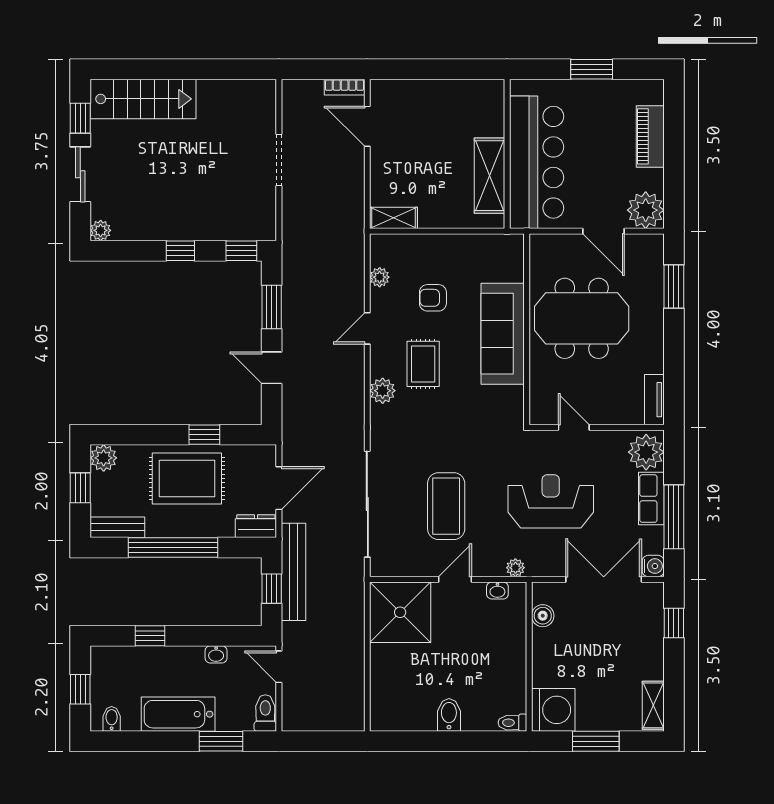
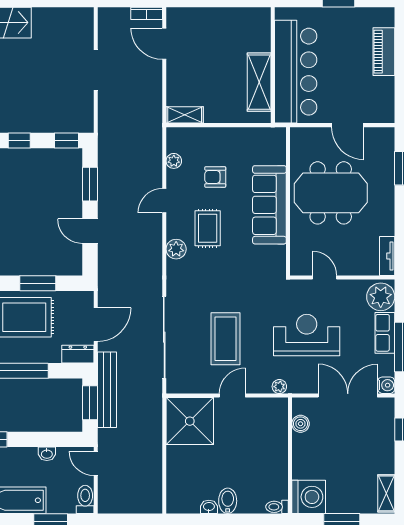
plant: (646, 210) -> (380, 109), removed
window: (204, 435) -> (38, 283), width x1.50
window: (272, 589) -> (90, 403), width x1.50
washbasin: (497, 591) -> (209, 507), moved, turned 180

